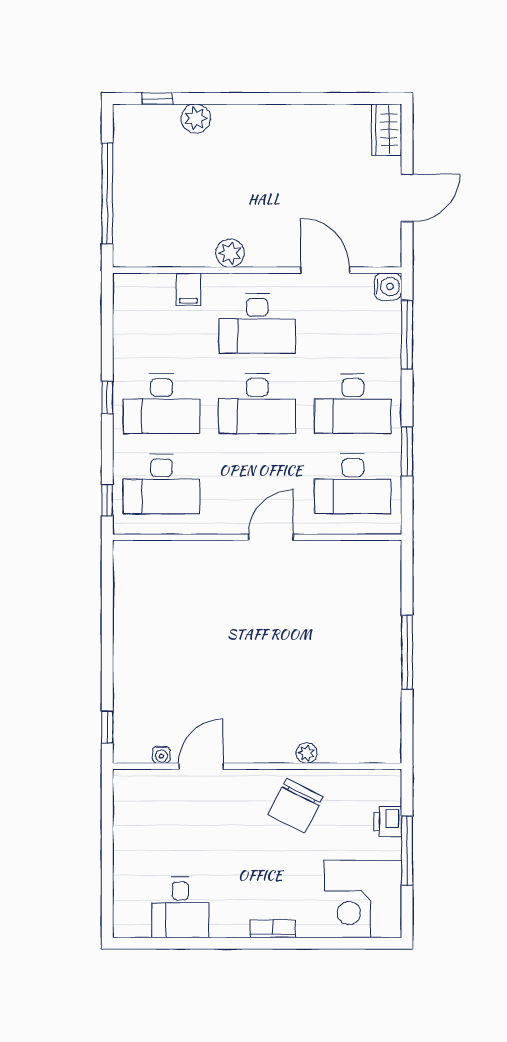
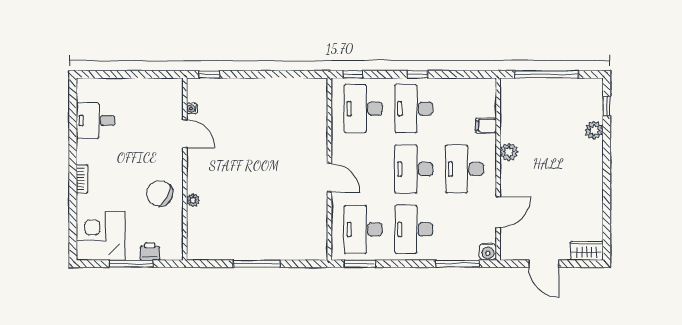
window: (407, 451) -> (360, 264), moved

